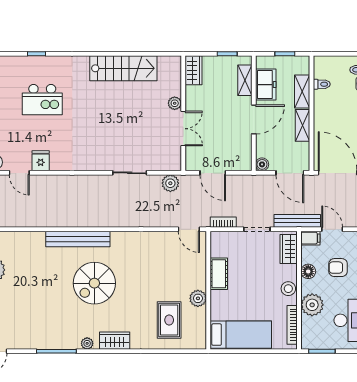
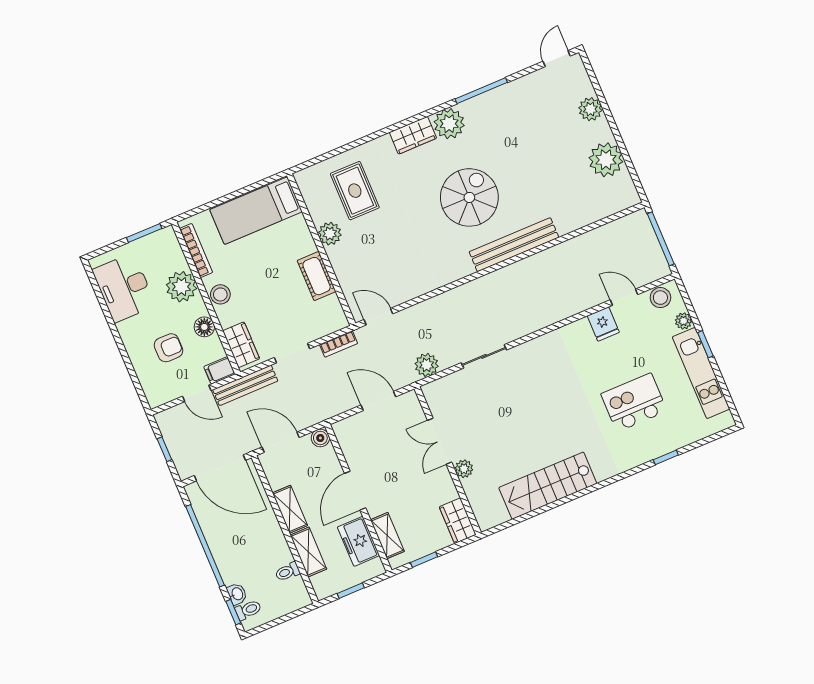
plant: (87, 343) -> (449, 124), width x1.88, depth x1.88

